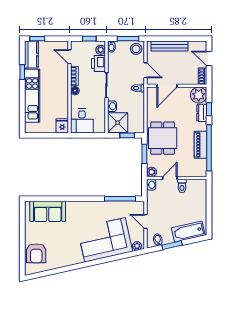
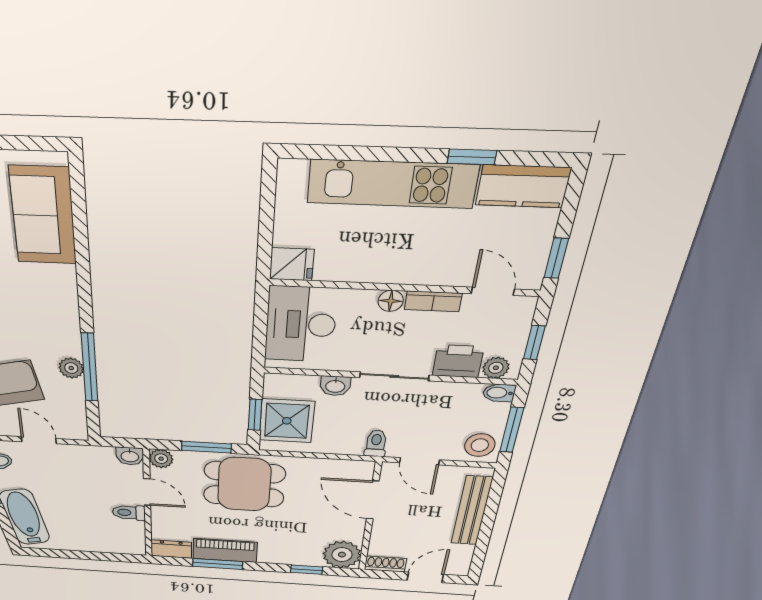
window: (37, 39) -> (556, 258), moved
door: (70, 57) -> (493, 291), hinge flipped
door: (146, 70) -> (420, 461), hinge flipped
dresser: (202, 113) -> (171, 549), moved
desk: (82, 121) -> (301, 324), width x1.37
shower: (118, 123) -> (287, 421), moved
window: (209, 148) -> (218, 564), width x0.47
window: (120, 199) -> (90, 368), moved
plant: (110, 206) -> (71, 368), added
door: (146, 222) -> (39, 440), hinge flipped

